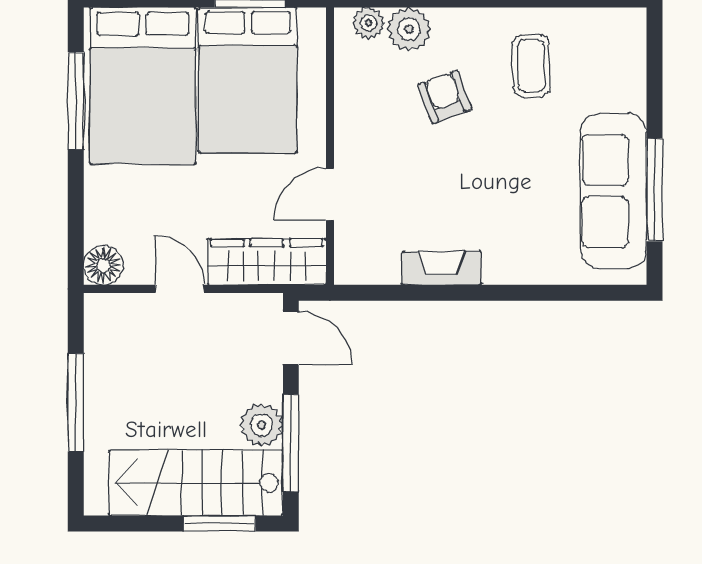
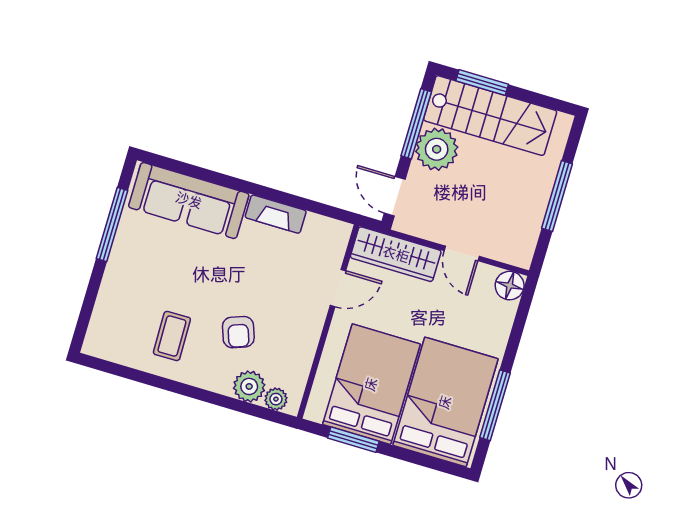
sofa: (614, 191) -> (189, 200), moved, turned 90
plant: (262, 425) -> (437, 149), width x1.36, depth x1.36

